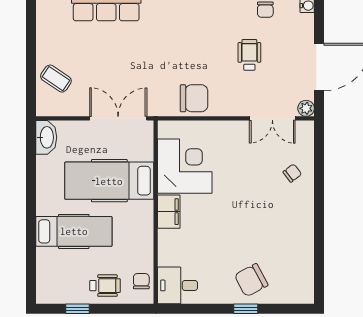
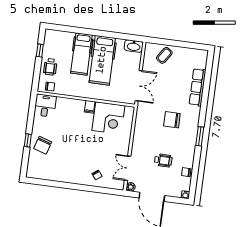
chair: (194, 98) -> (172, 120), moved, turned 90
hospital bed: (109, 181) -> (102, 60), moved, turned 180
filing cabinet: (169, 212) -> (90, 107), width x0.50
chair: (251, 280) -> (43, 145), turned -135

